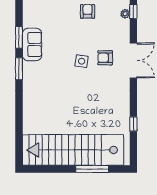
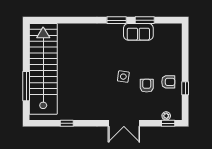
armchair: (105, 58) -> (147, 86), moved

